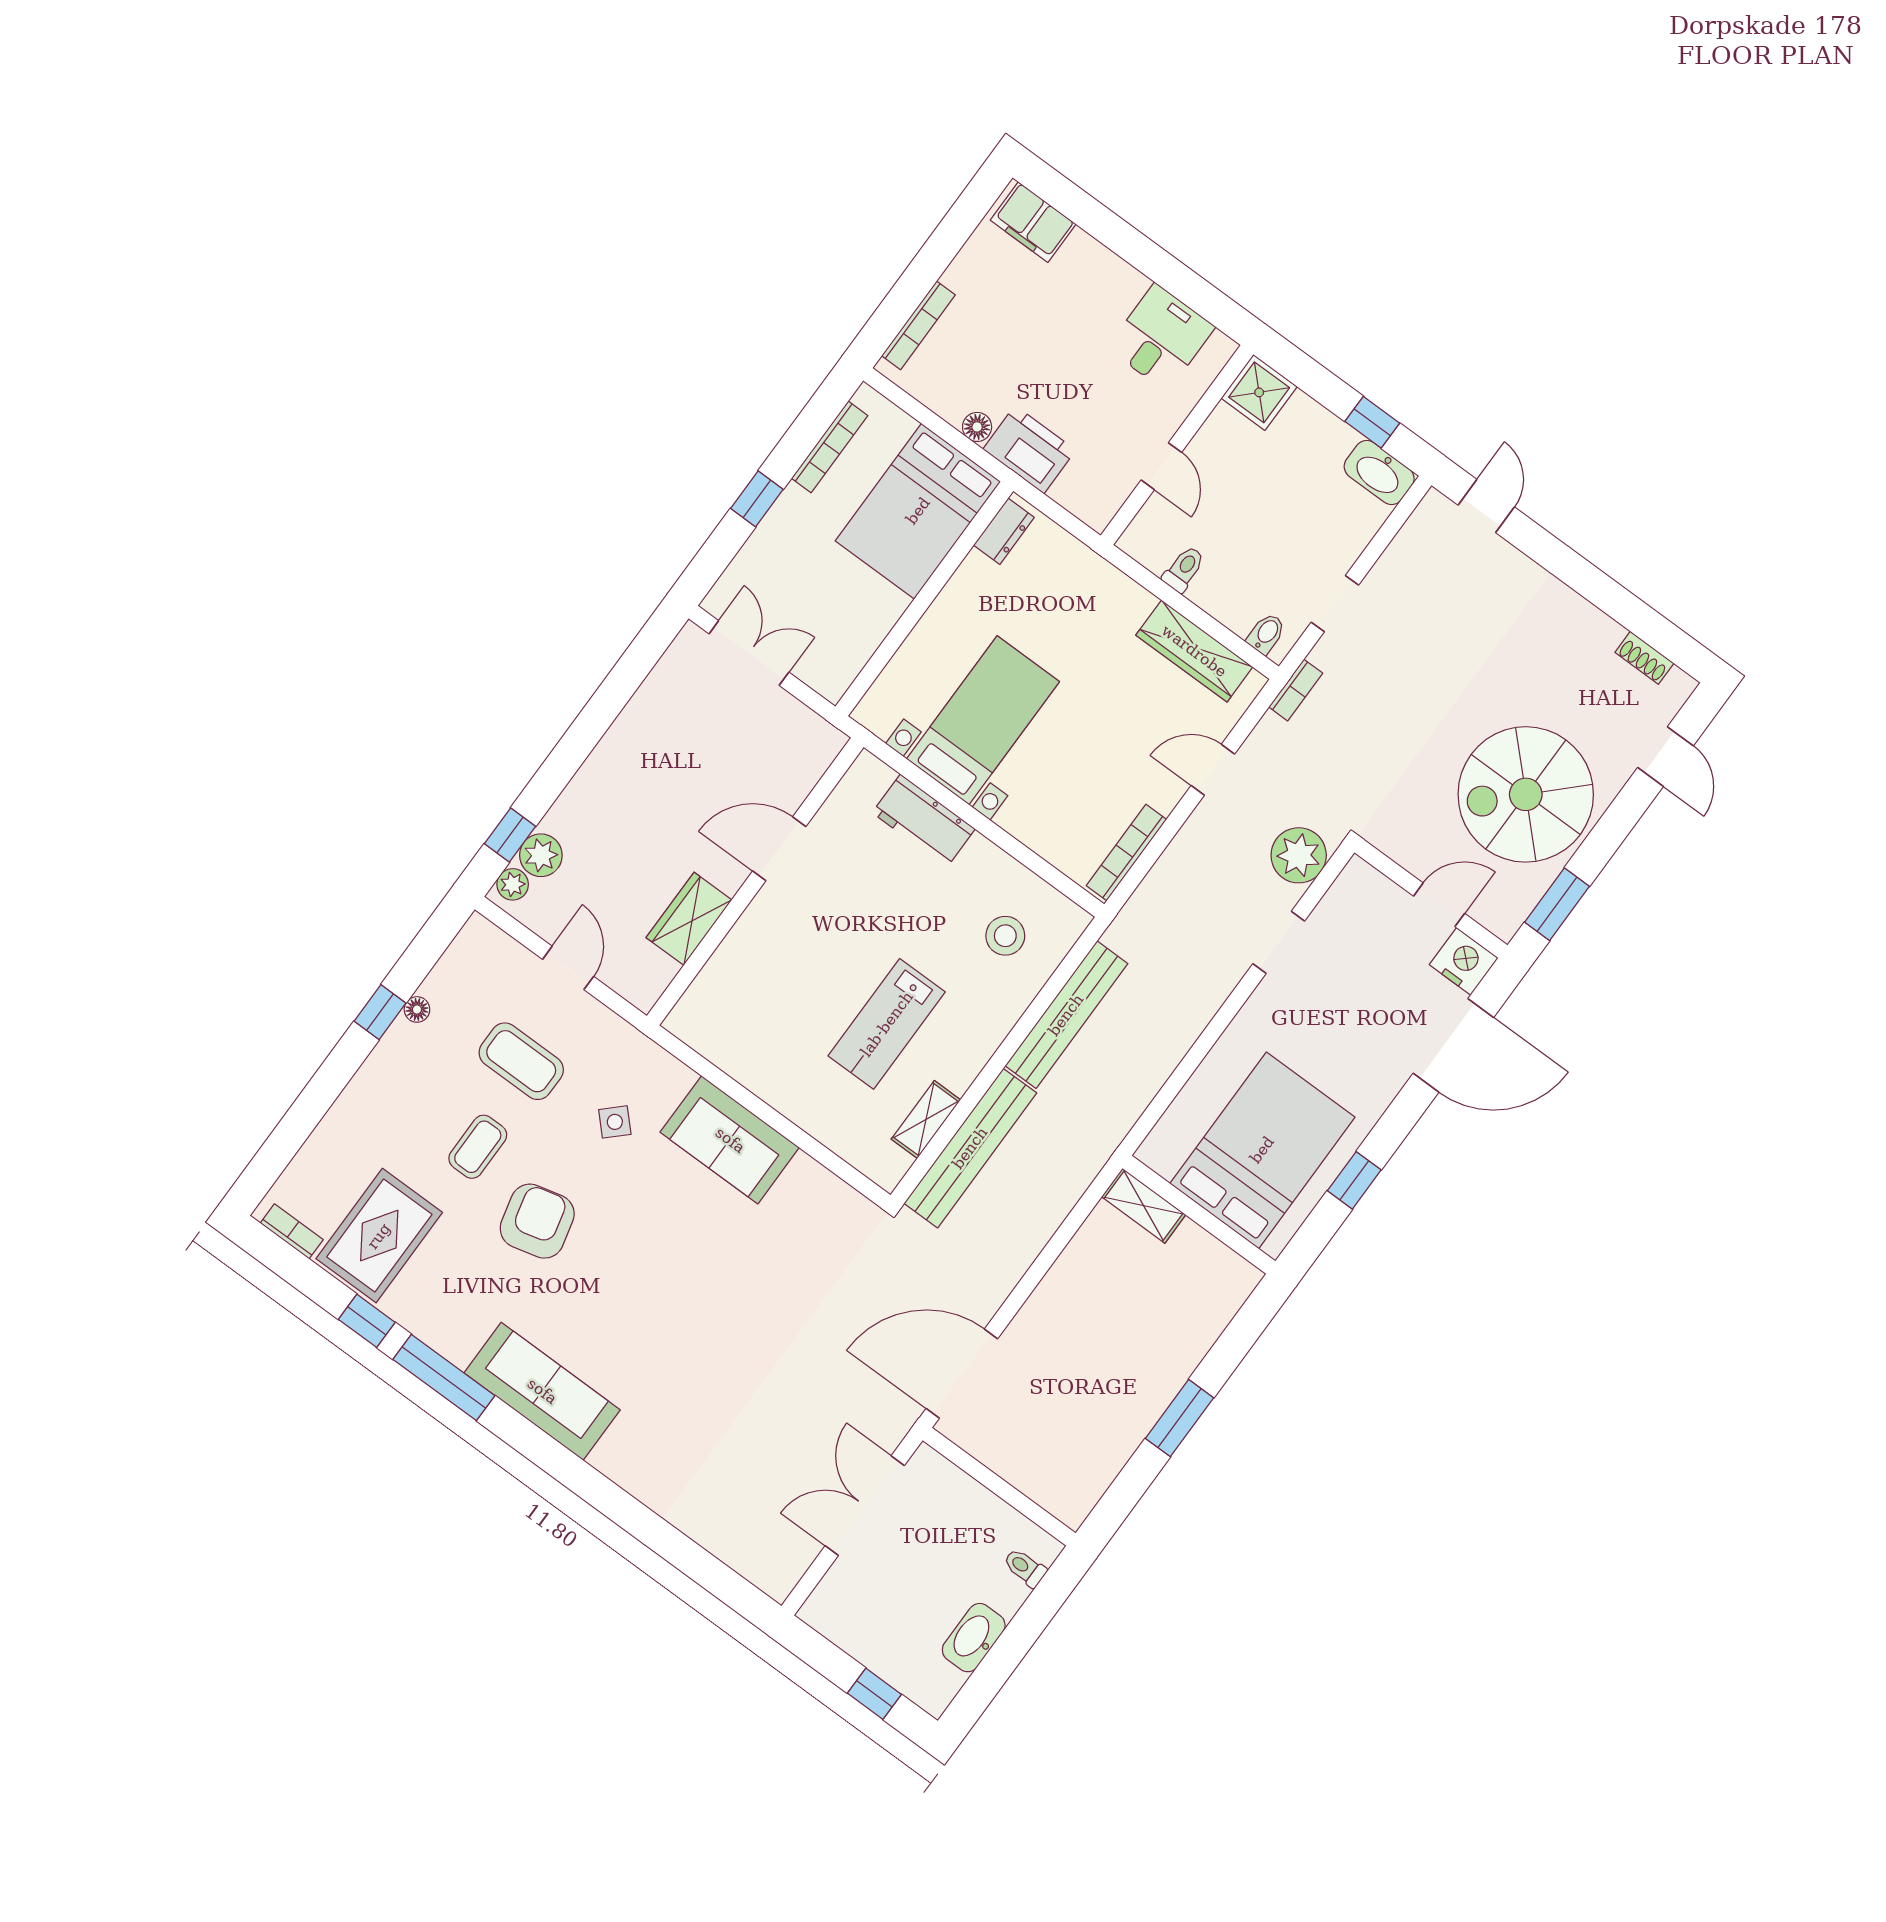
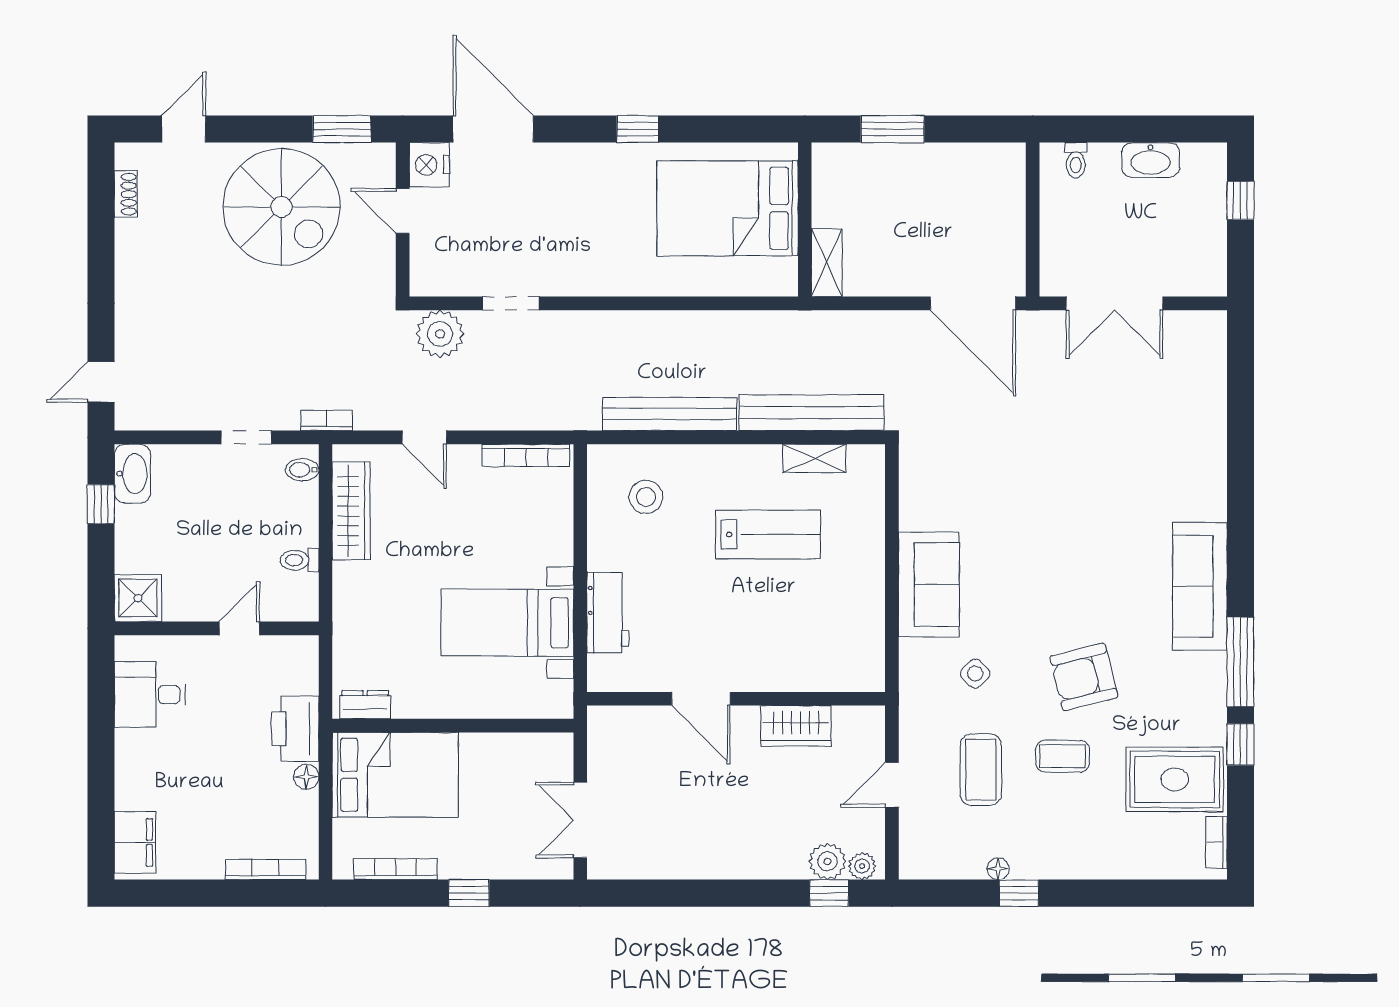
bed: (1262, 1150) -> (728, 208), moved
shelving: (1144, 1206) -> (827, 263), moved
wall: (1199, 1215) -> (805, 220), moved

